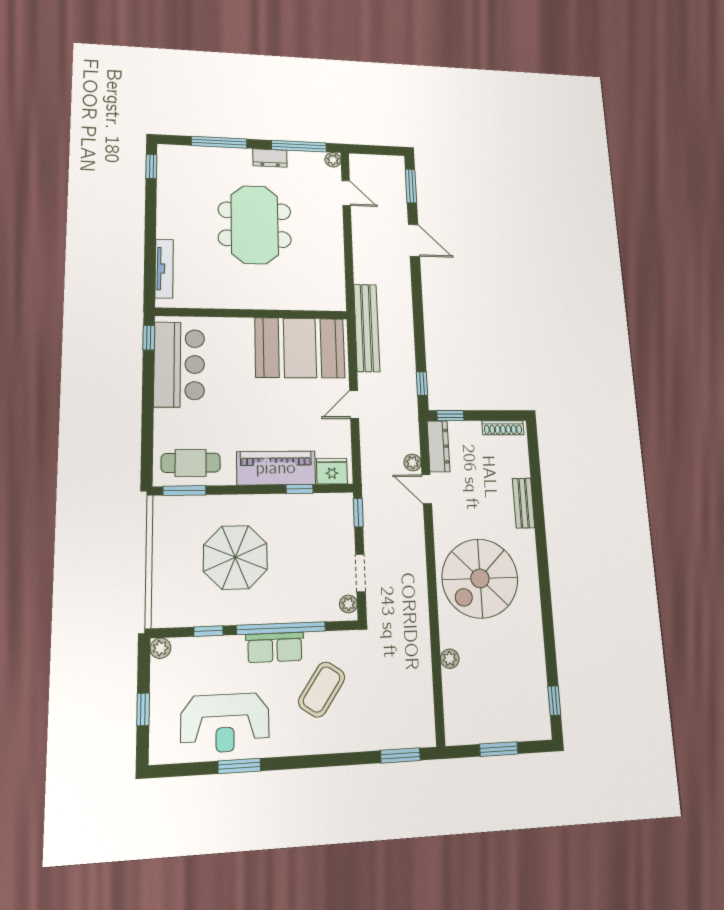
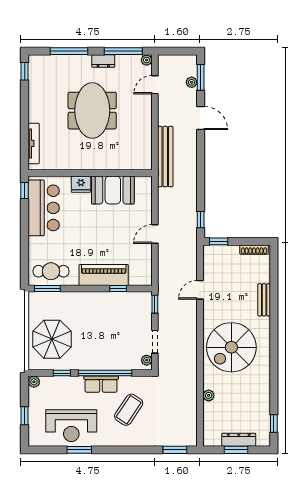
door: (346, 193) -> (155, 85), swing flipped
bench: (367, 328) -> (165, 157), moved
booth: (300, 348) -> (113, 190), width x0.73, depth x0.70
dresser: (438, 446) -> (239, 440), moved, turned -90
plant: (413, 463) -> (192, 82), moved
fridge: (332, 471) -> (81, 184), moved, turned 180
door: (427, 489) -> (200, 290), hinge flipped
parasol: (235, 557) -> (52, 339), moved

